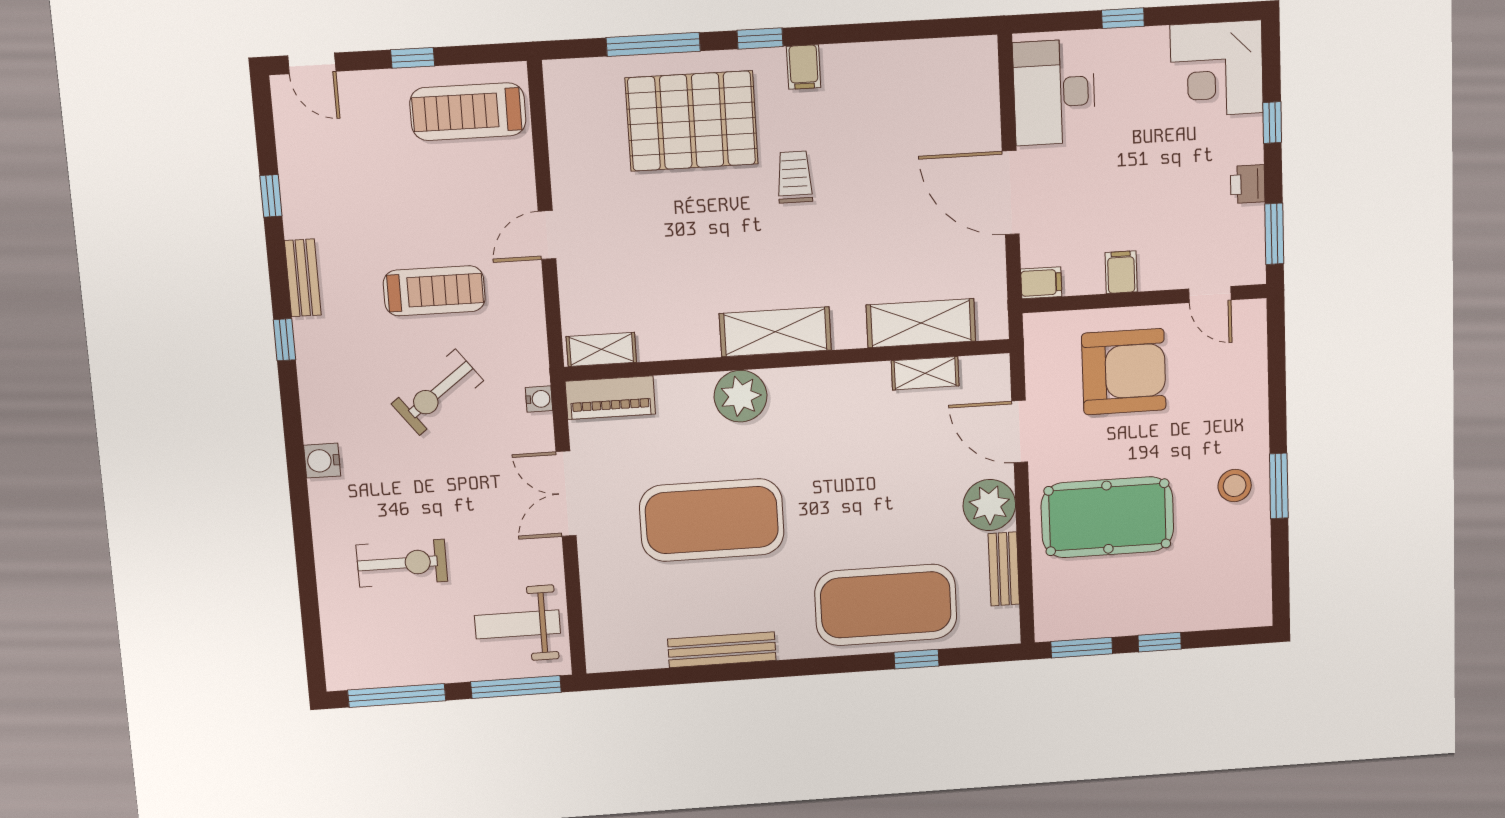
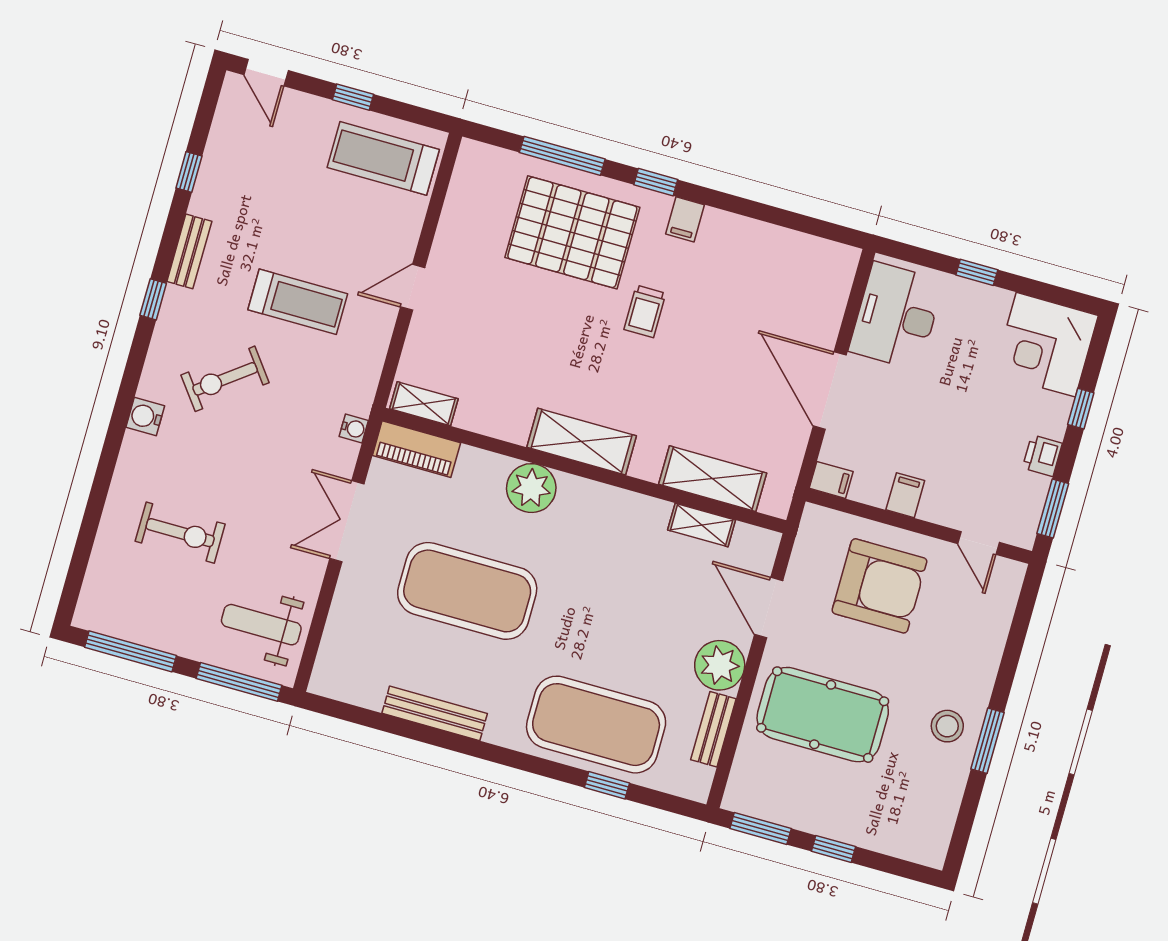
trolley: (795, 177) -> (645, 311), turned 180
exercise bike: (437, 392) -> (225, 379), moved

